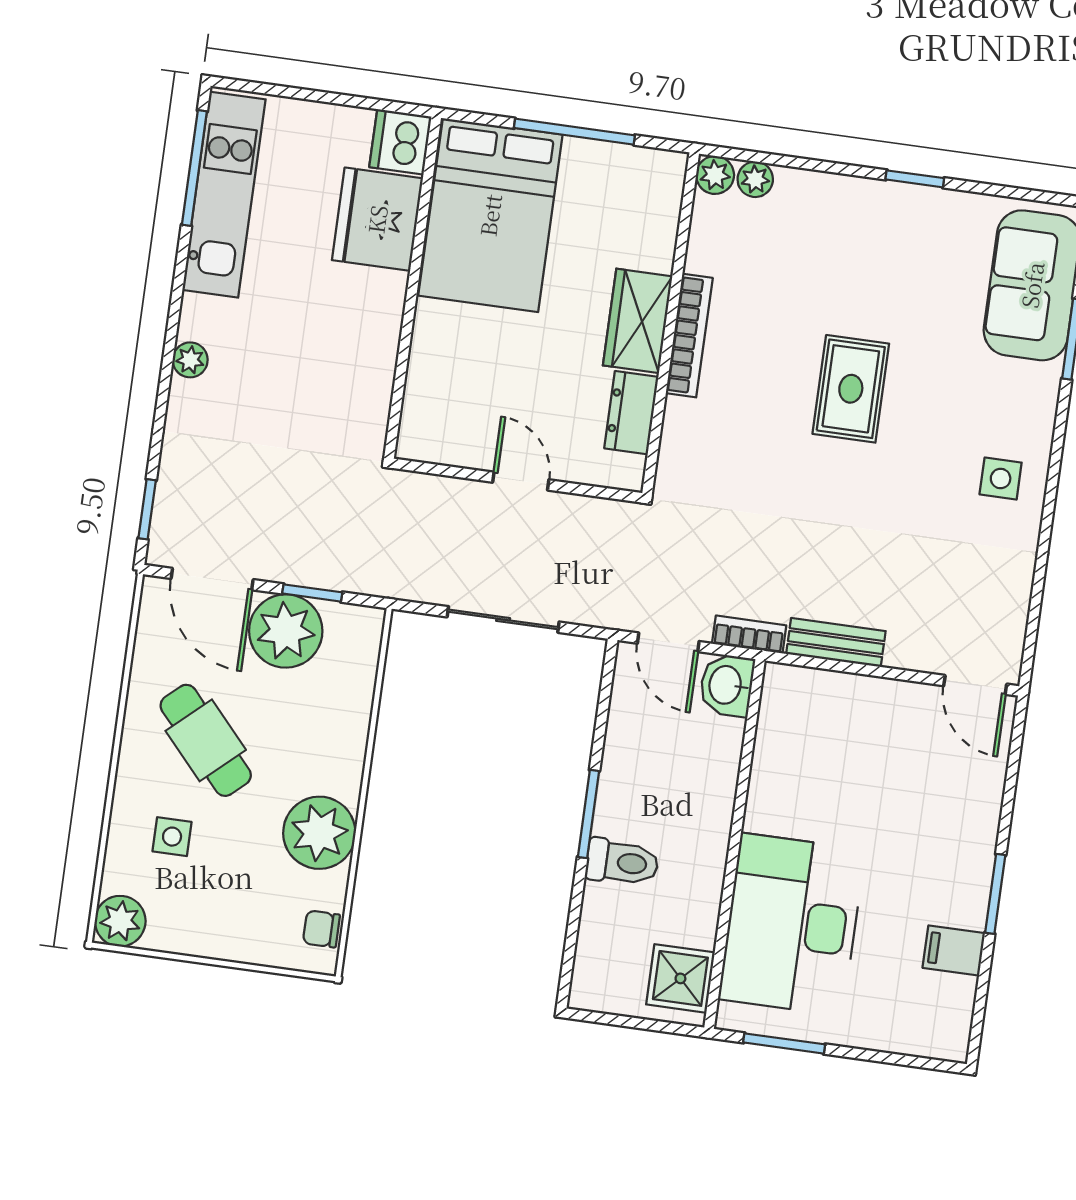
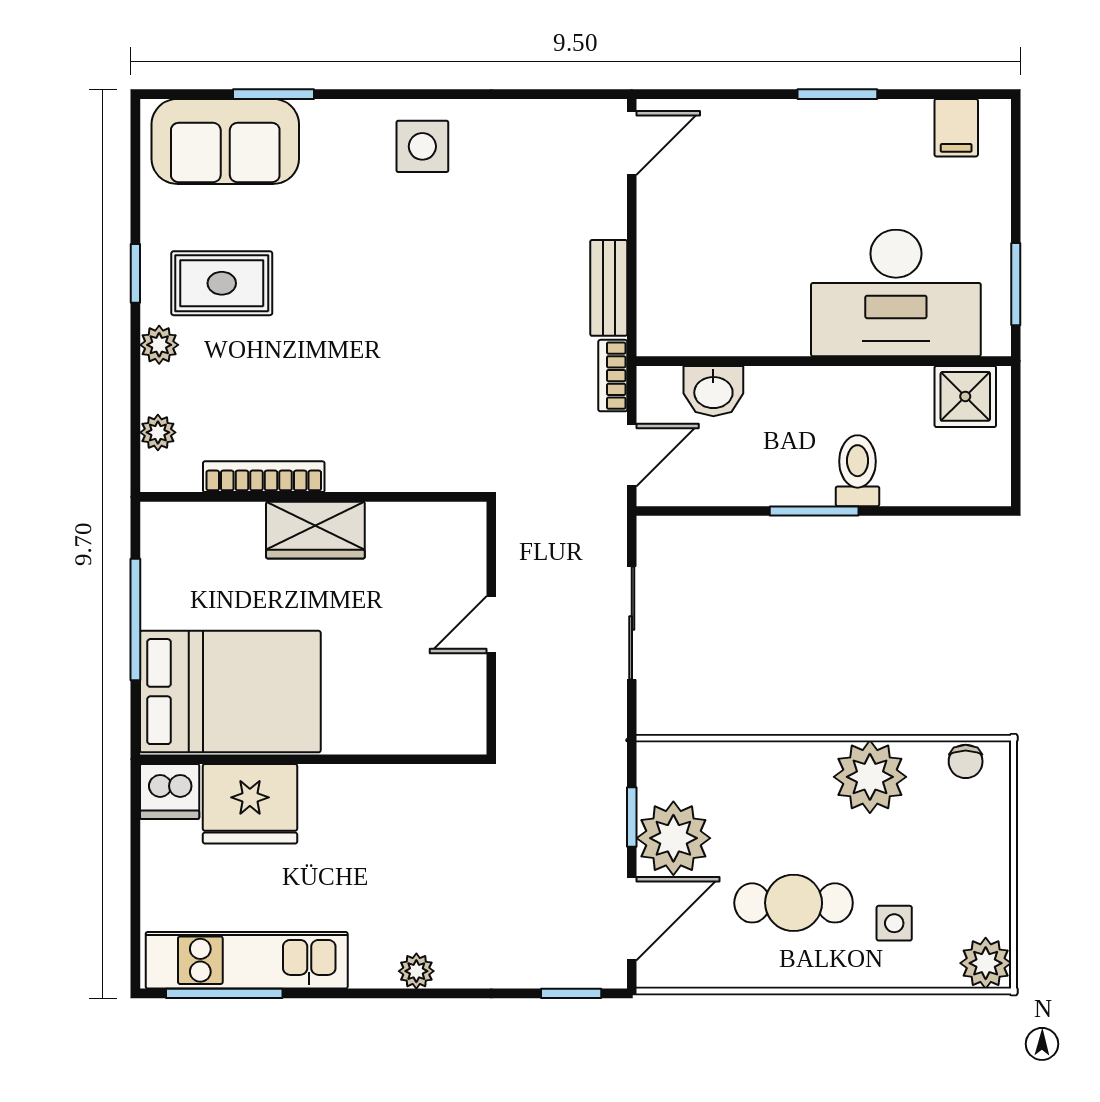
plant: (715, 175) -> (159, 345), moved
bookcase: (689, 336) -> (264, 477), moved
rug: (851, 389) -> (222, 283), moved
dresser: (631, 413) -> (408, 524), removed
side table: (1001, 479) -> (422, 146), width x1.37, depth x1.37
washbasin: (727, 685) -> (713, 391), moved
cafe table: (206, 740) -> (794, 903), turned 42
filing cabinet: (954, 950) -> (956, 128), moved

